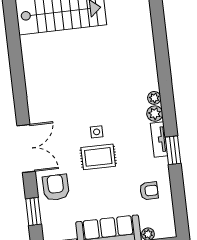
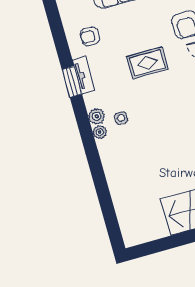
side table: (97, 132) -> (121, 118), moved
tv unit: (159, 140) -> (84, 75), moved

